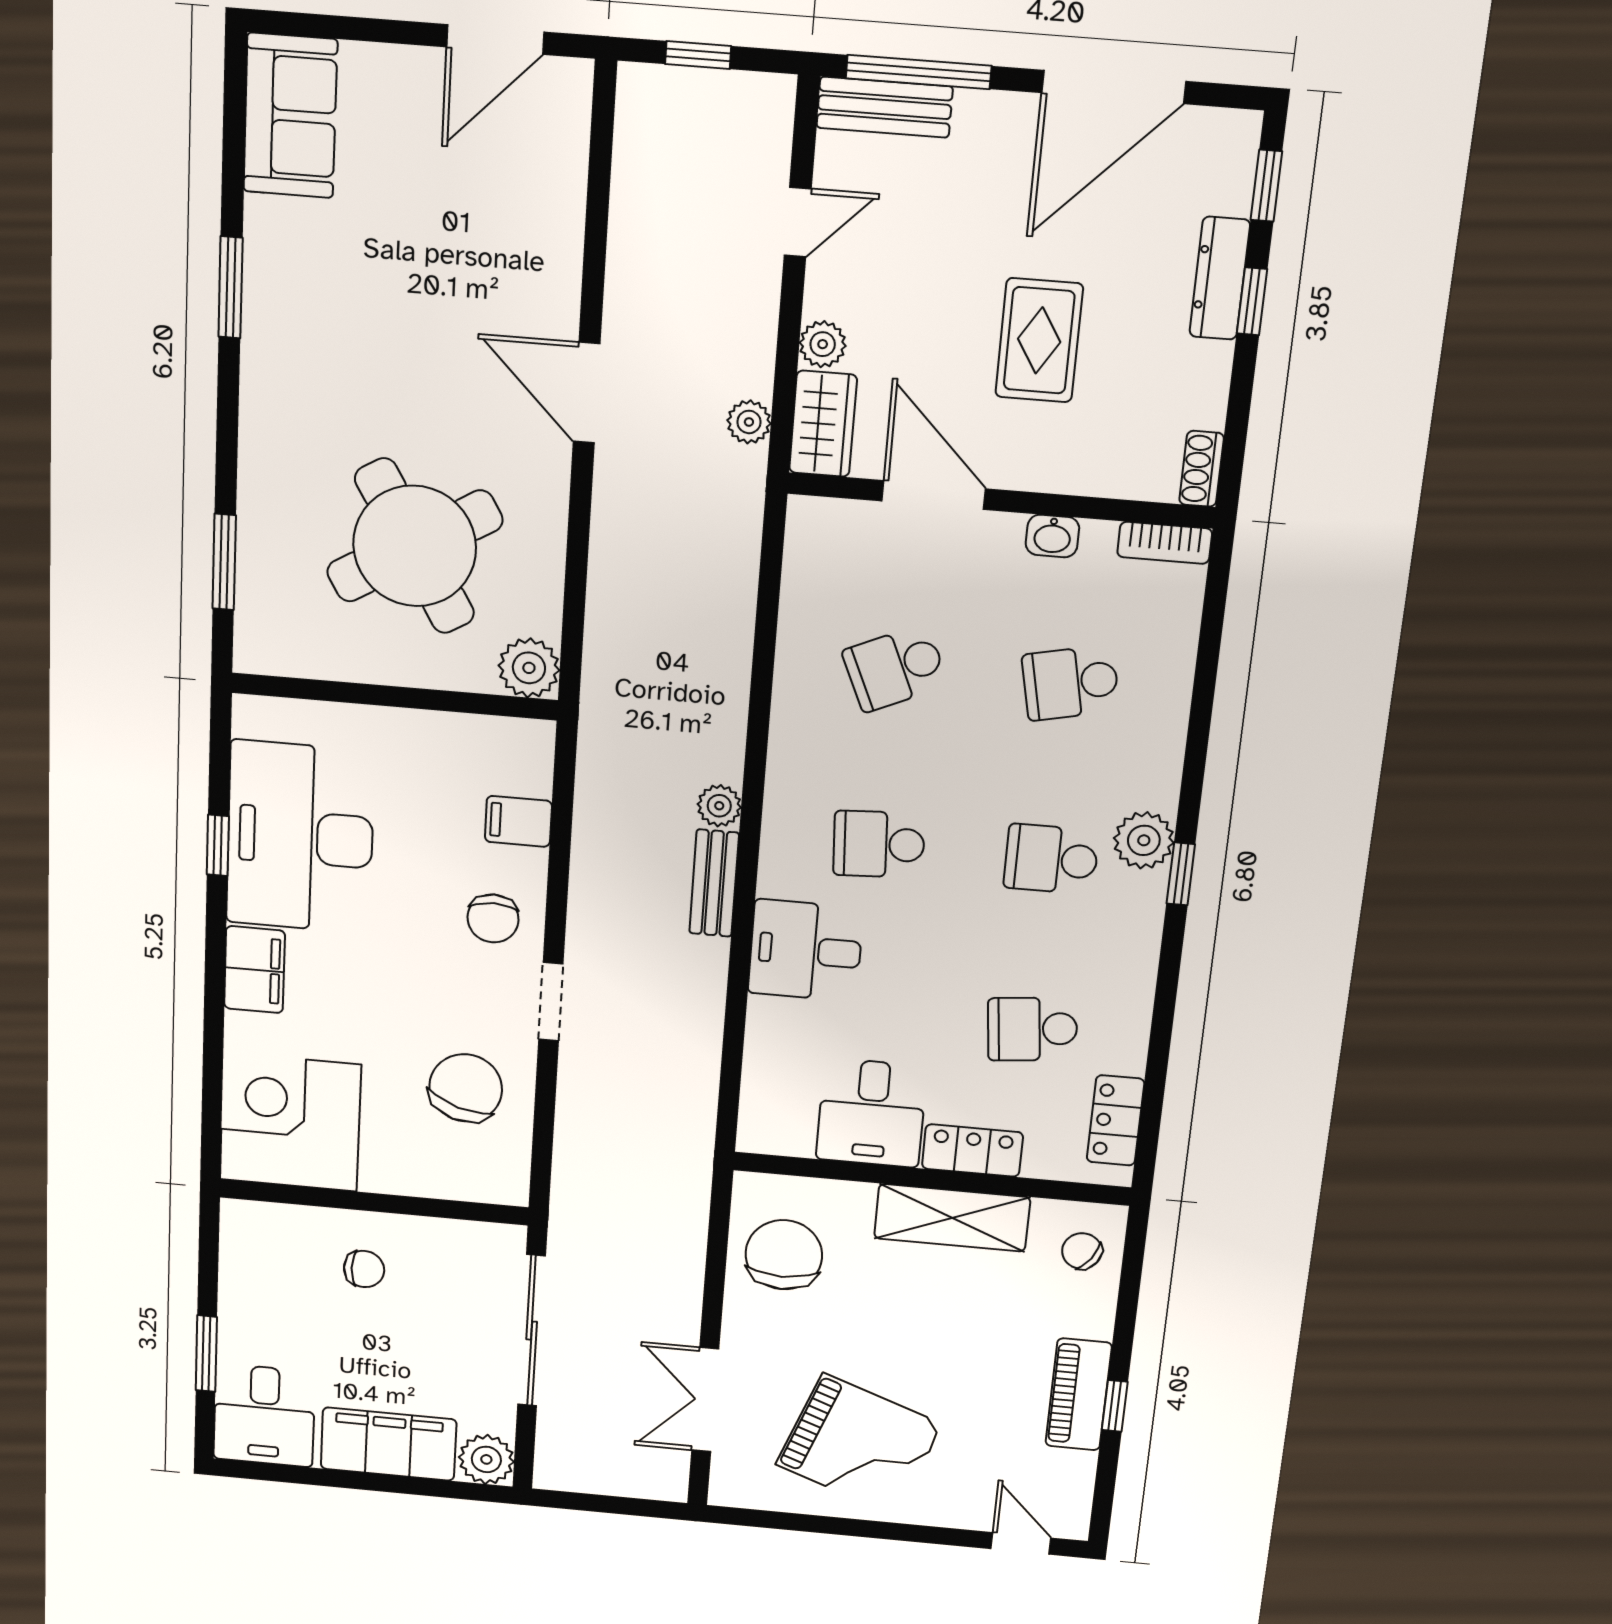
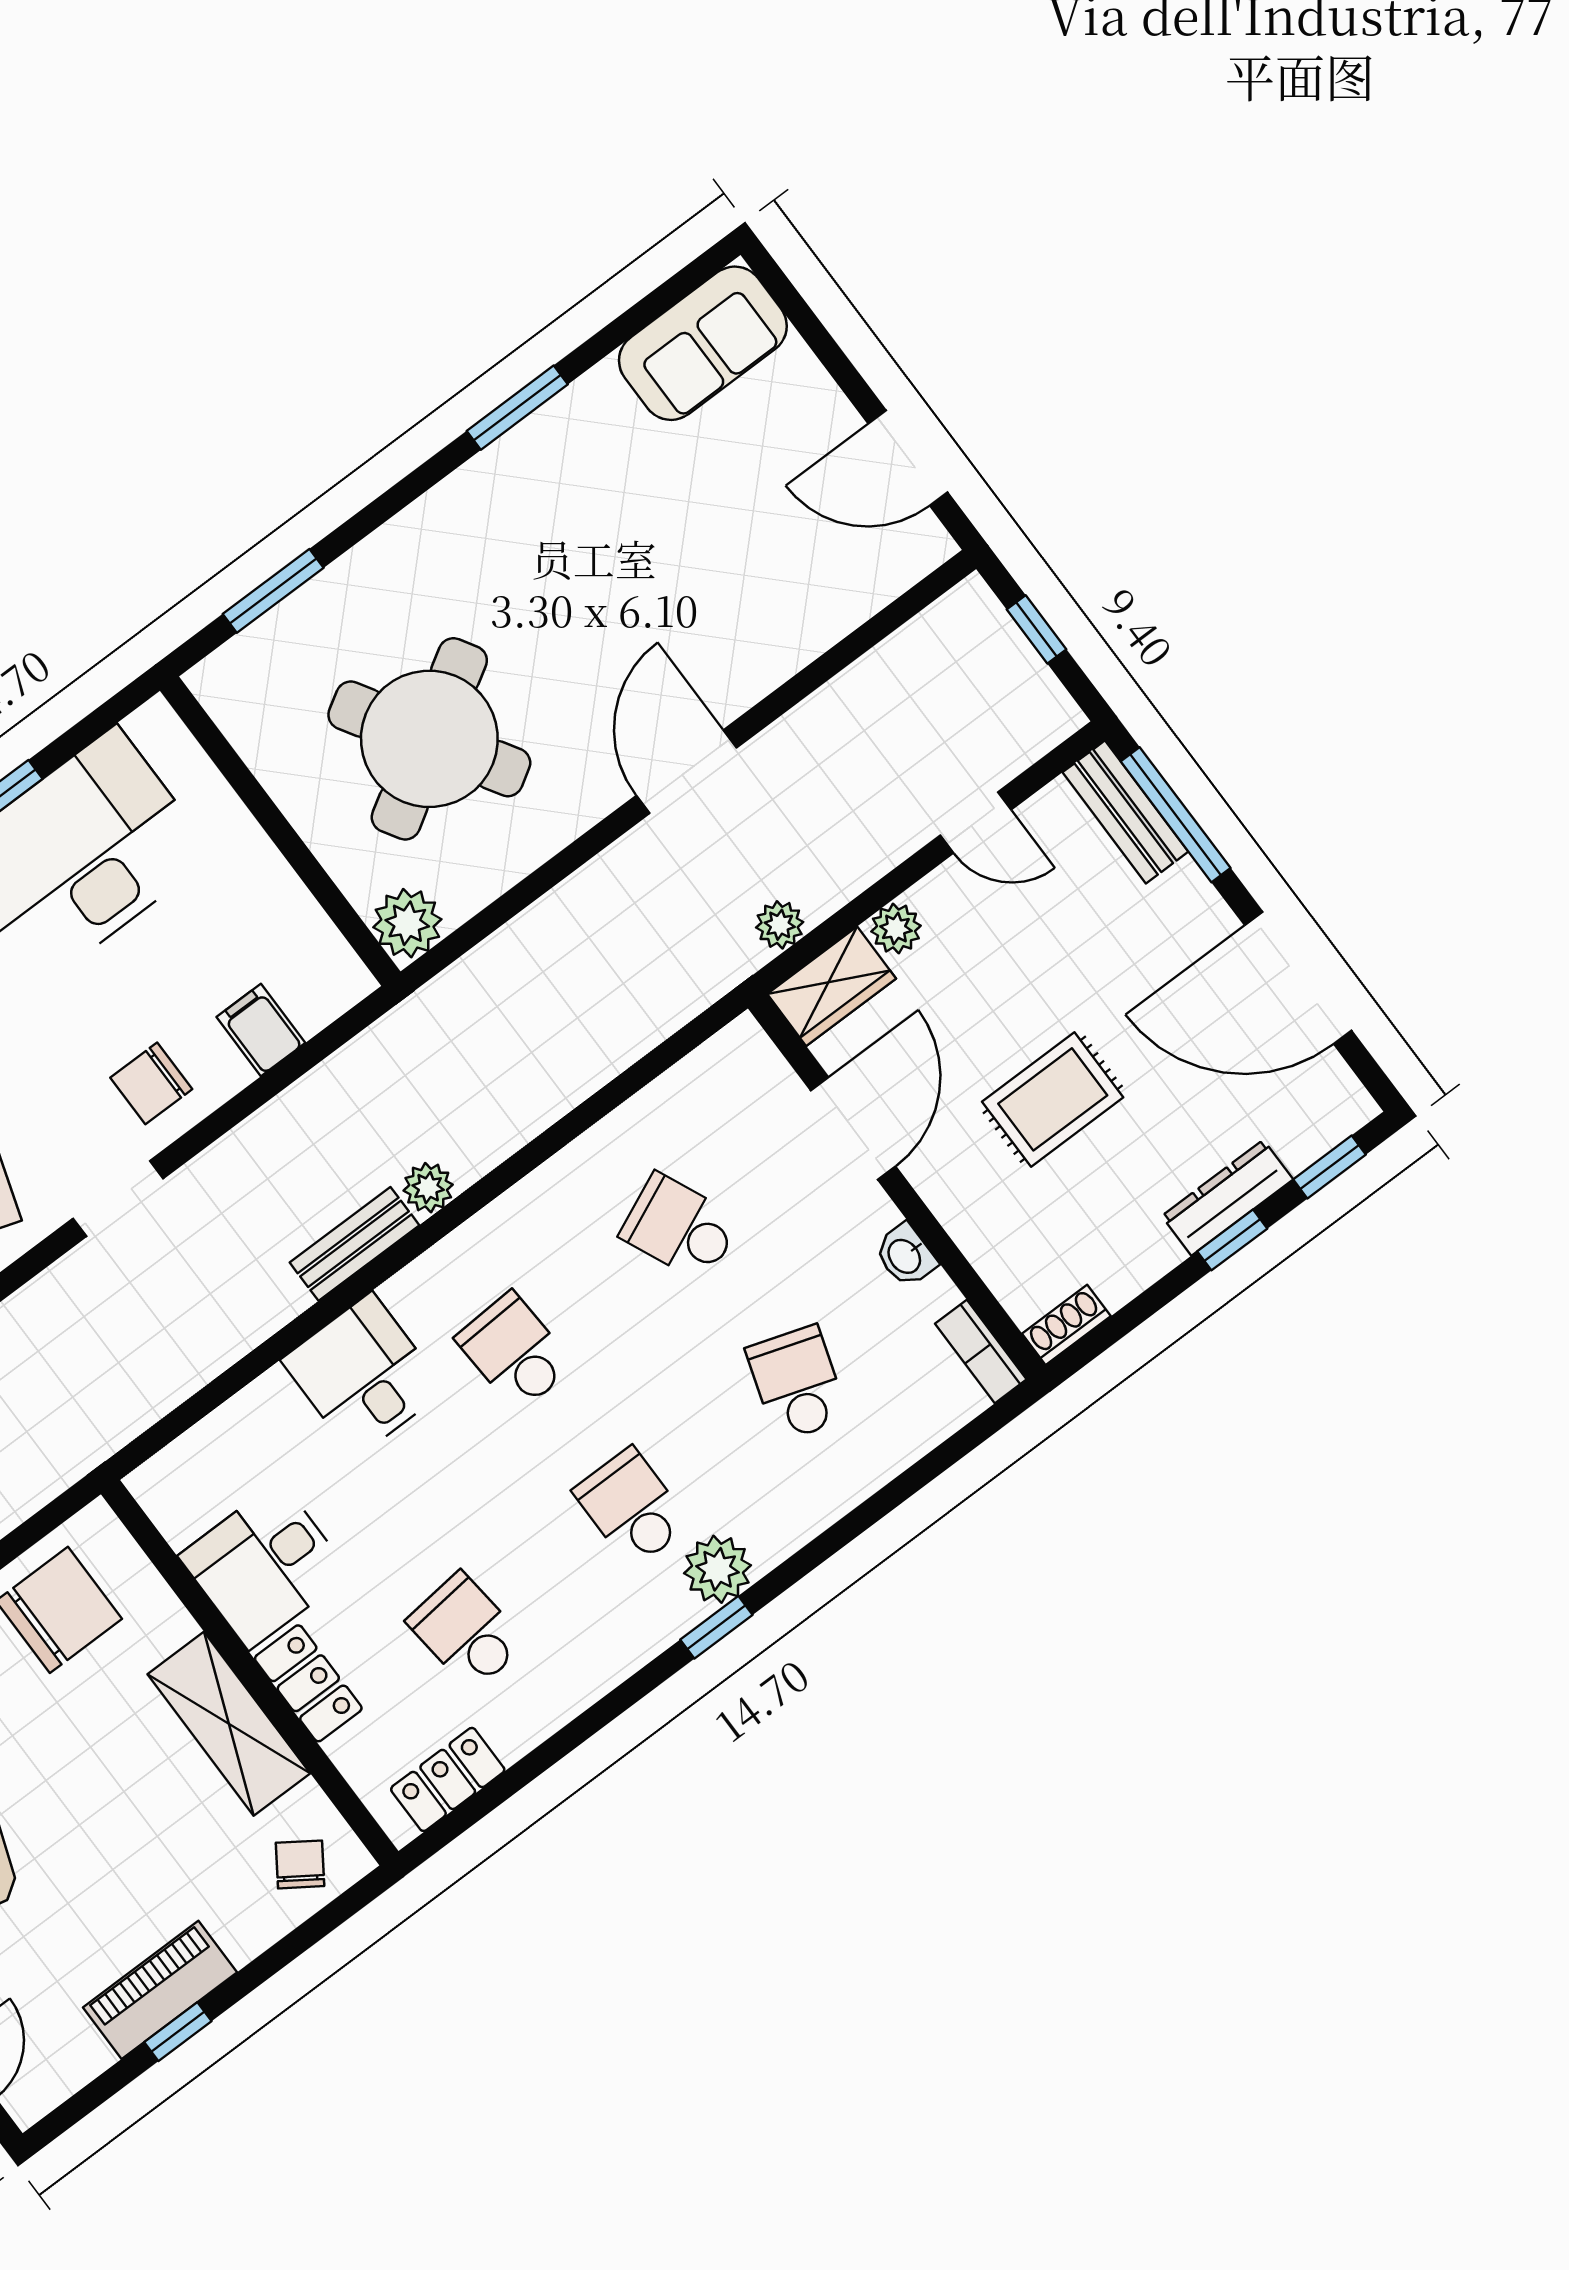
school desk: (1071, 683) -> (797, 1384), turned 30

